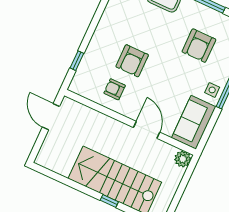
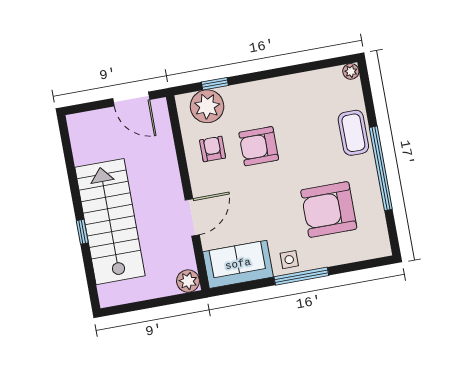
armchair: (199, 46) -> (329, 209), width x1.36, depth x1.36
plant: (87, 75) -> (207, 106), added
door: (51, 117) -> (131, 99), swing flipped

